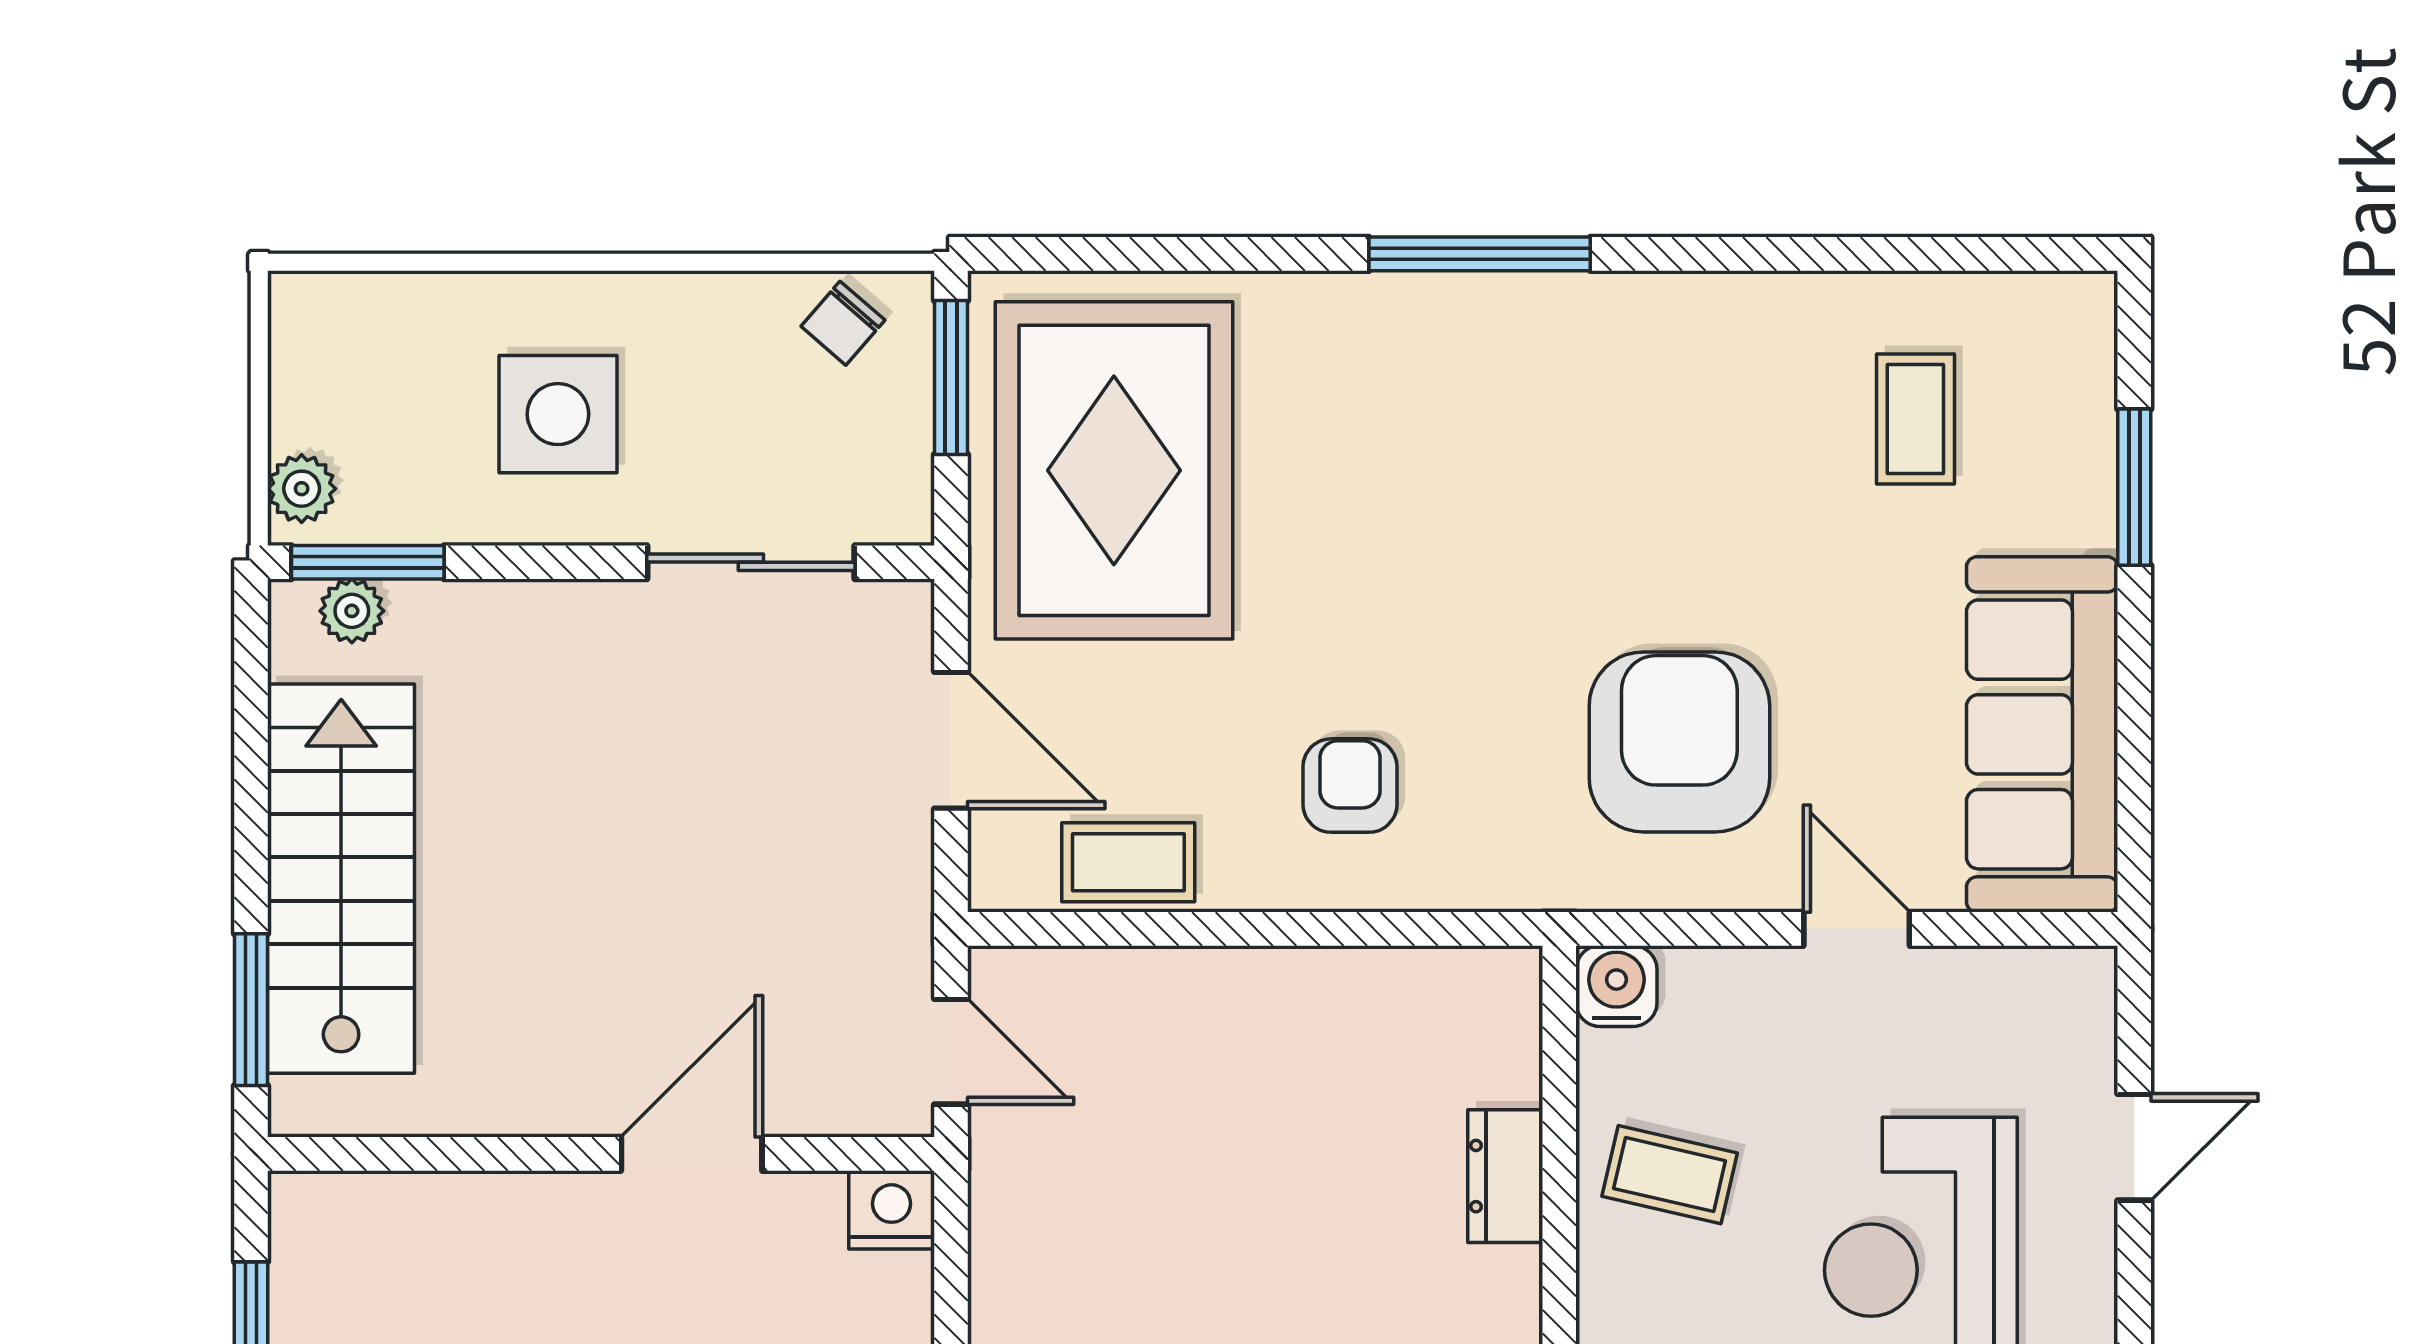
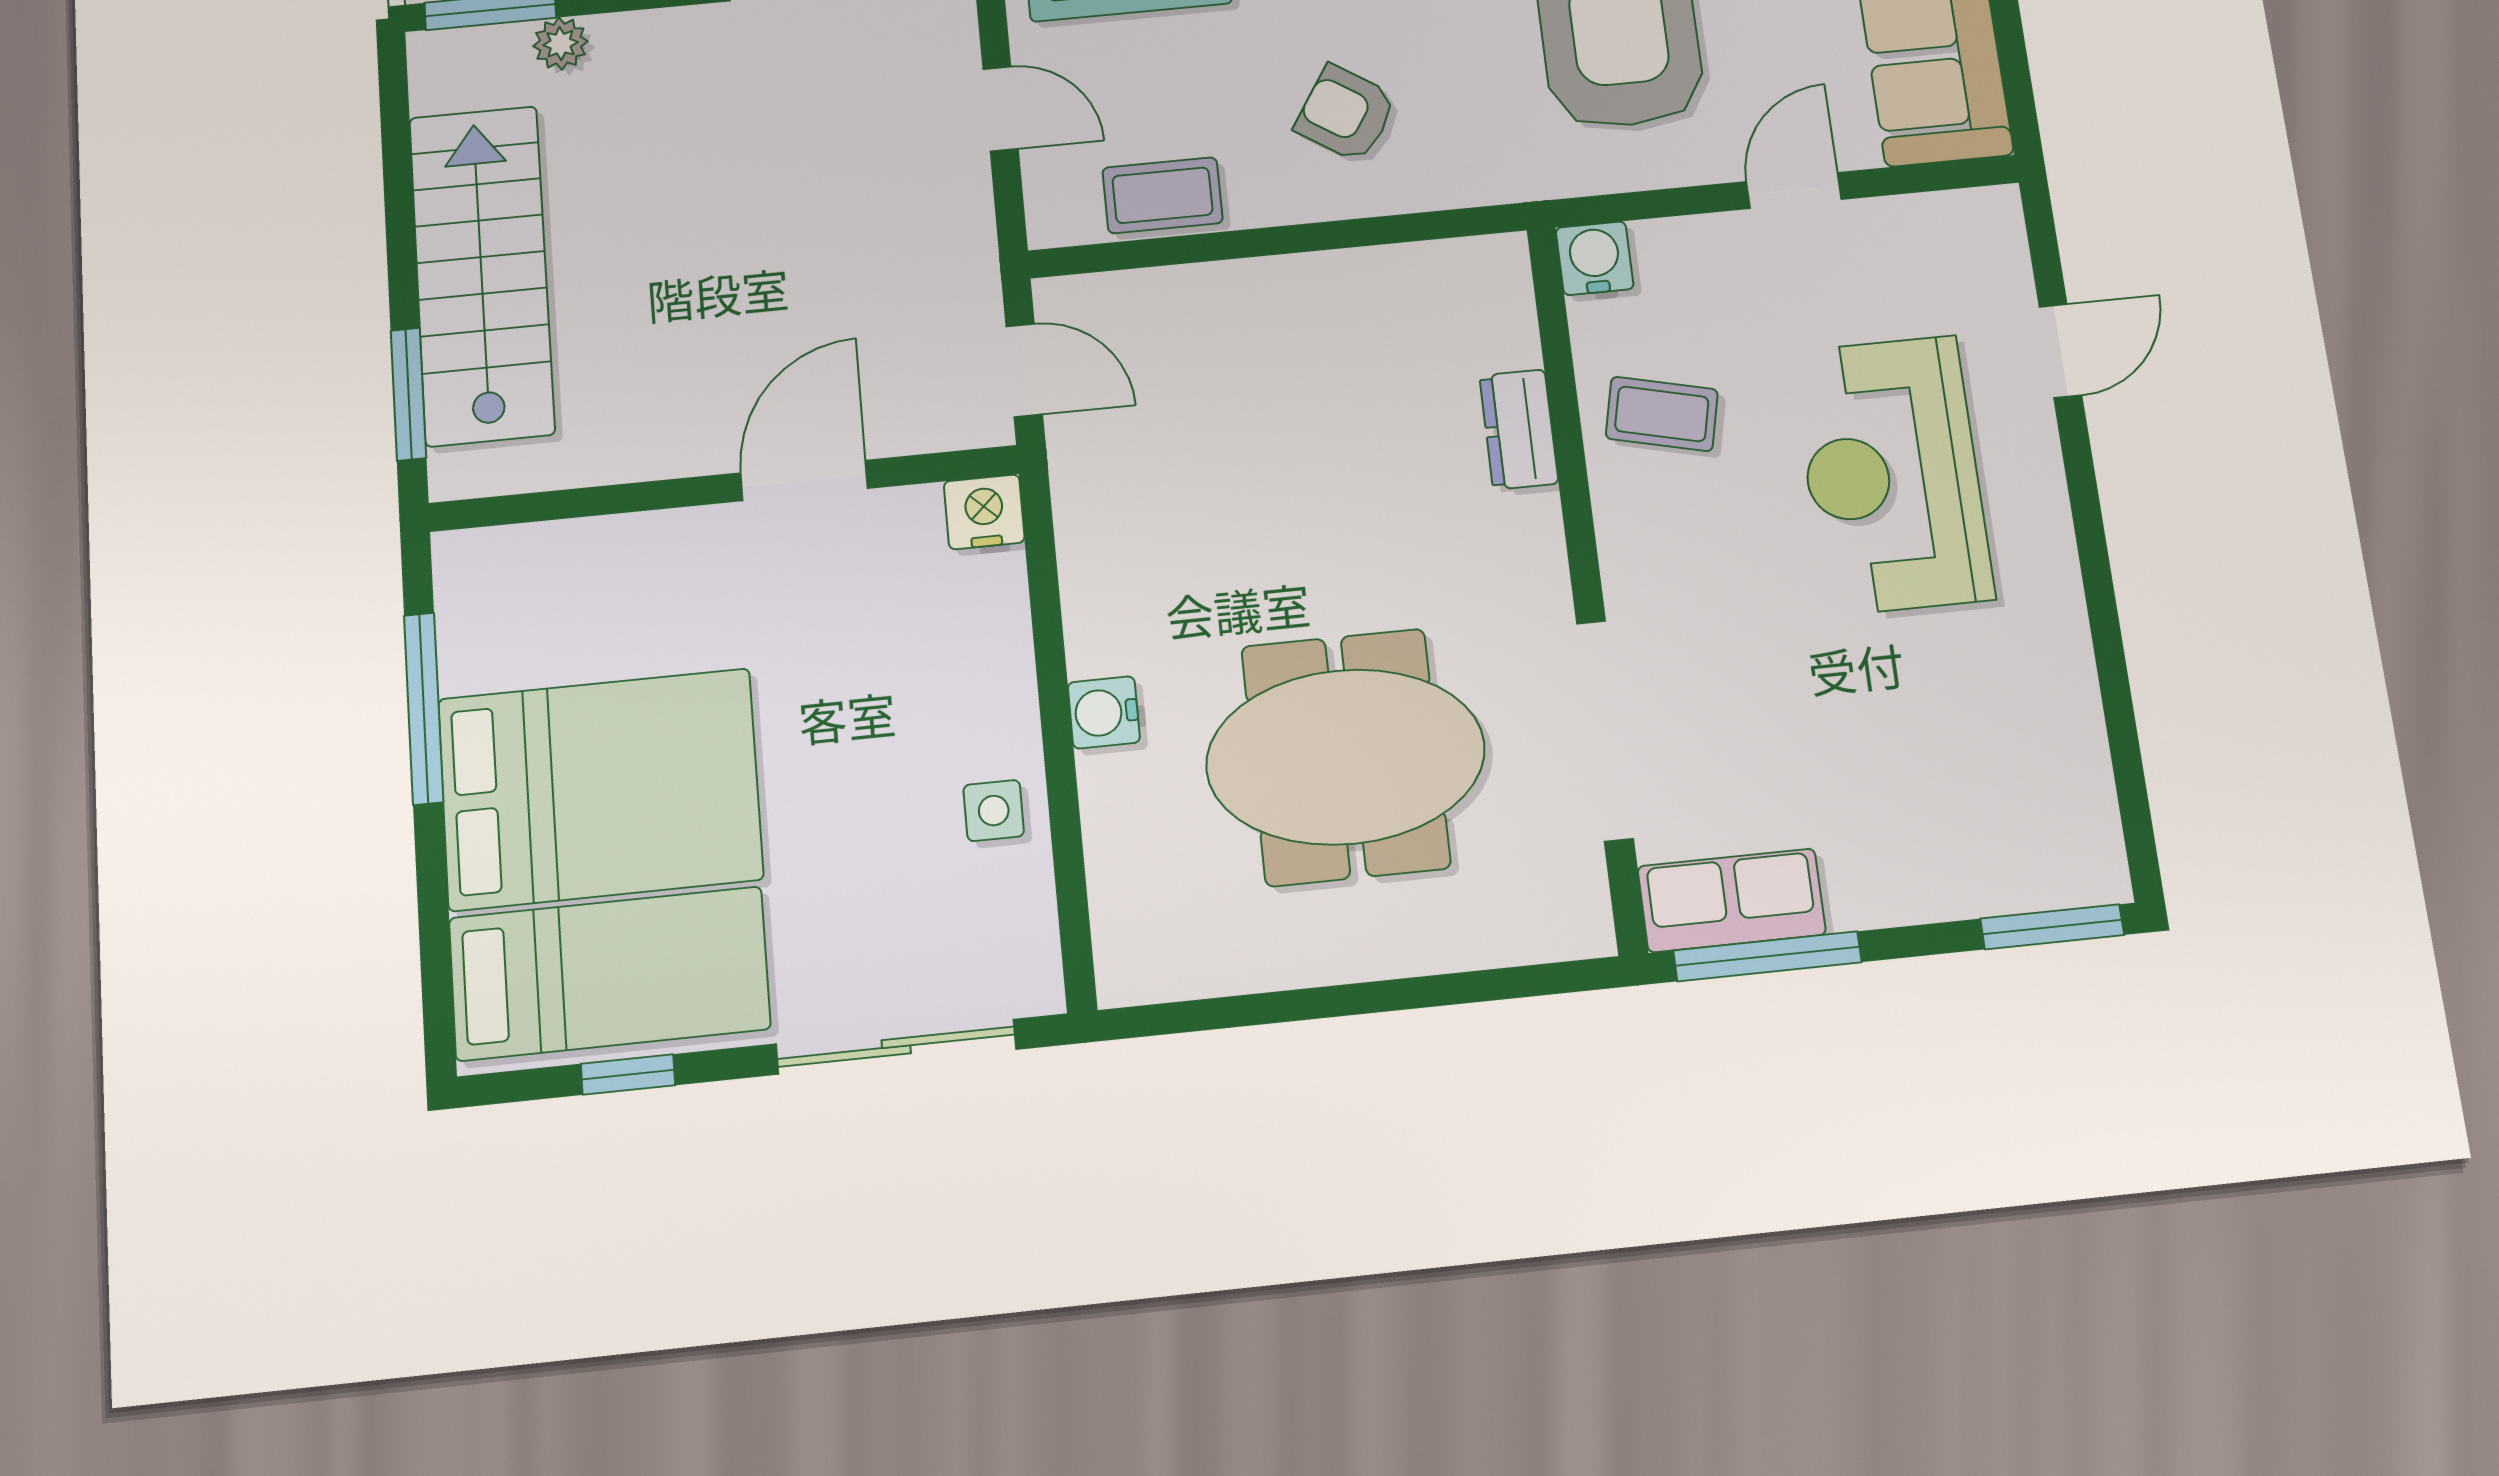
plant: (352, 611) -> (560, 44), moved
door: (951, 740) -> (1000, 109), width x0.73
armchair: (1350, 786) -> (1346, 113), turned -57
door: (1857, 929) -> (1794, 190), hinge flipped

